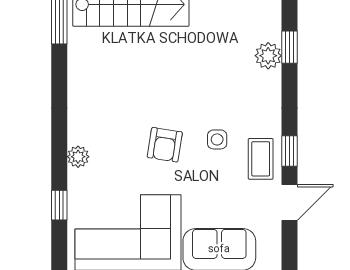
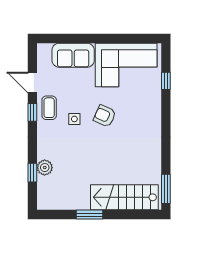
armchair: (165, 145) -> (105, 116), turned -75
plant: (78, 157) -> (155, 109), removed
door: (290, 203) -> (32, 82), hinge flipped

